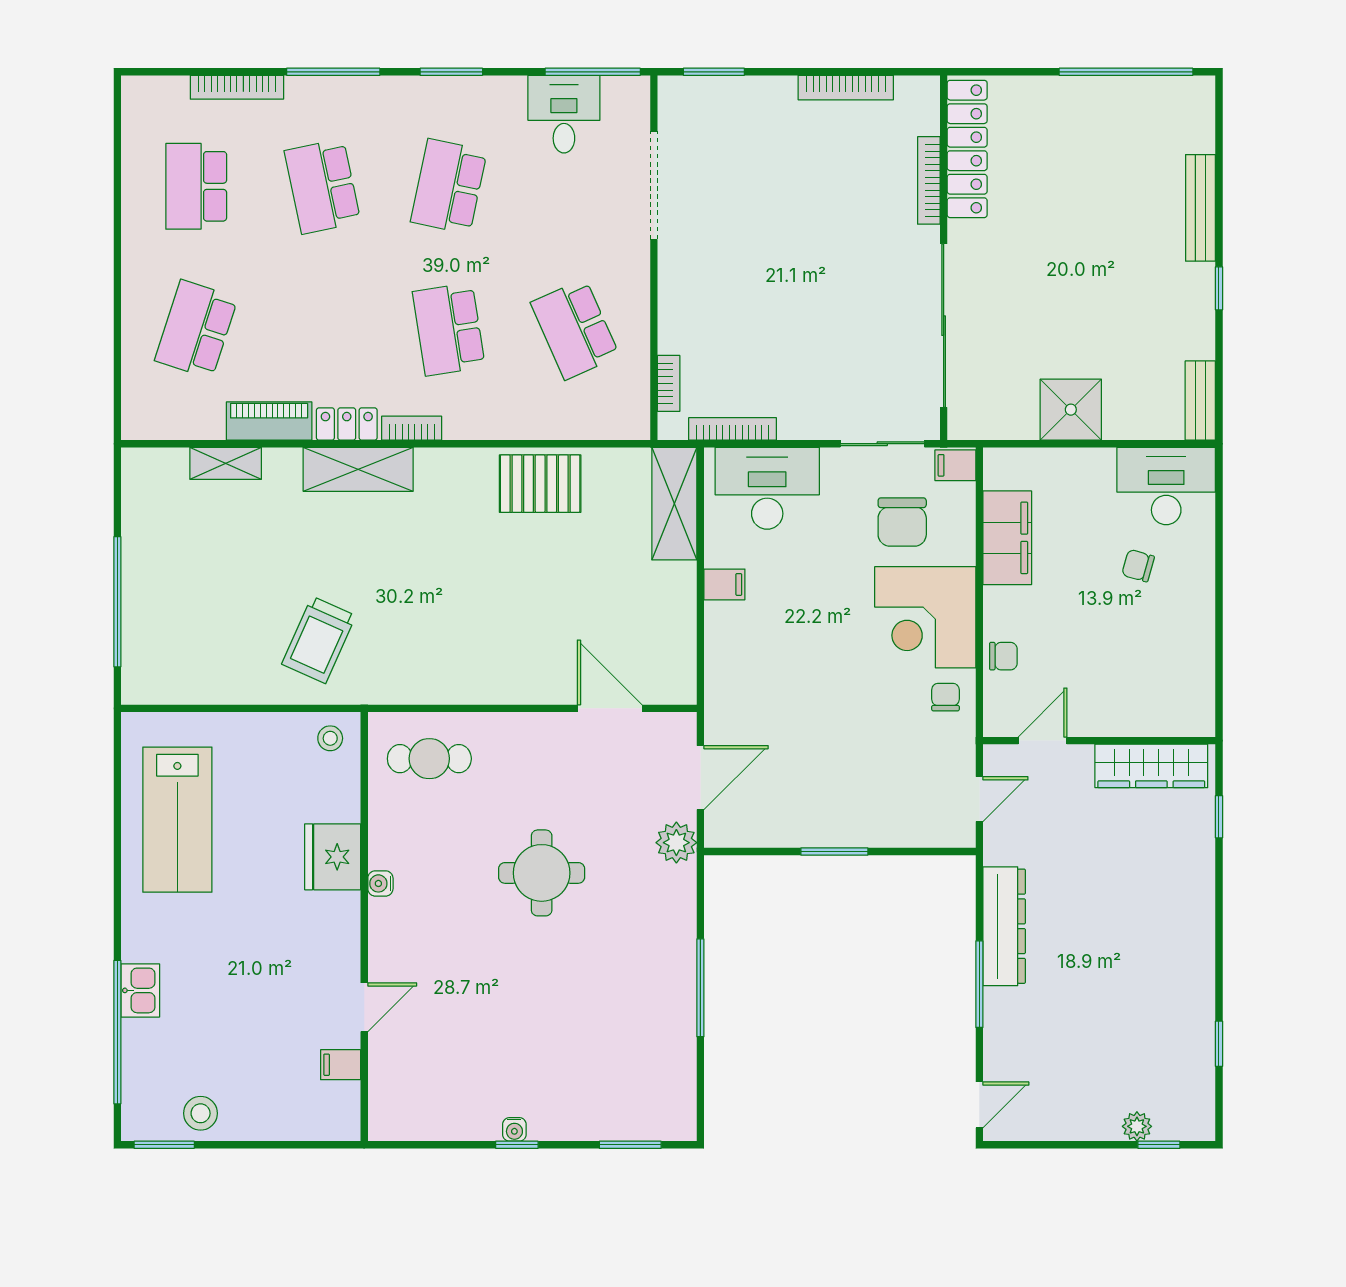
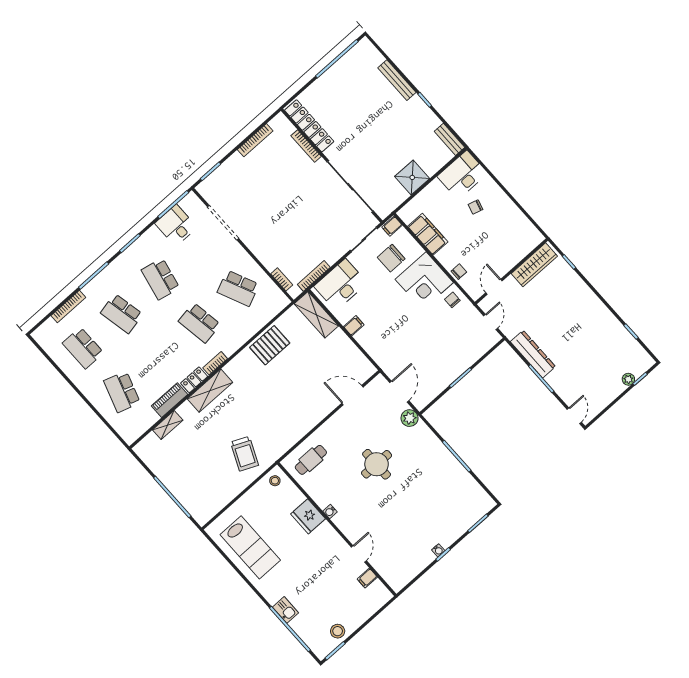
chair: (902, 522) -> (391, 258), turned 90

